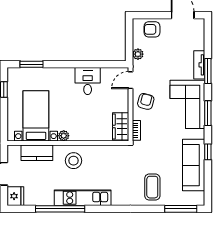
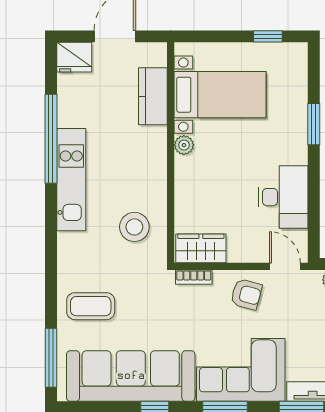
window: (32, 64) -> (314, 124), moved
desk: (88, 81) -> (283, 197), width x1.37
stool: (74, 161) -> (134, 227), moved
sofa: (194, 165) -> (131, 376), width x1.36, depth x1.27

